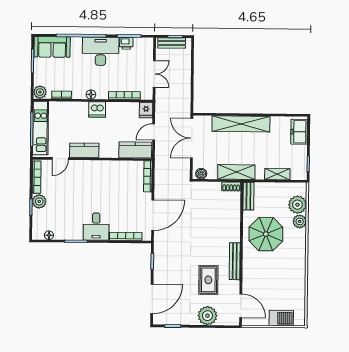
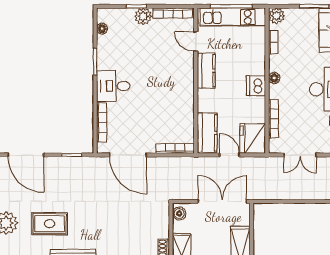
fridge: (146, 110) -> (253, 138), width x1.88, depth x1.34

